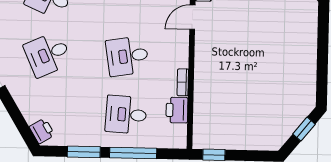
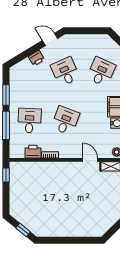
desk: (127, 56) -> (65, 121), turned 30
printer: (42, 131) -> (36, 58), moved

